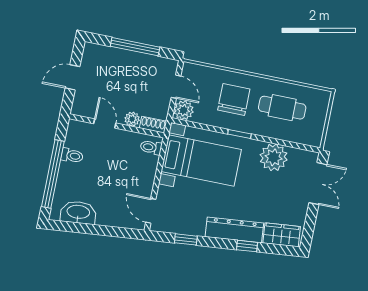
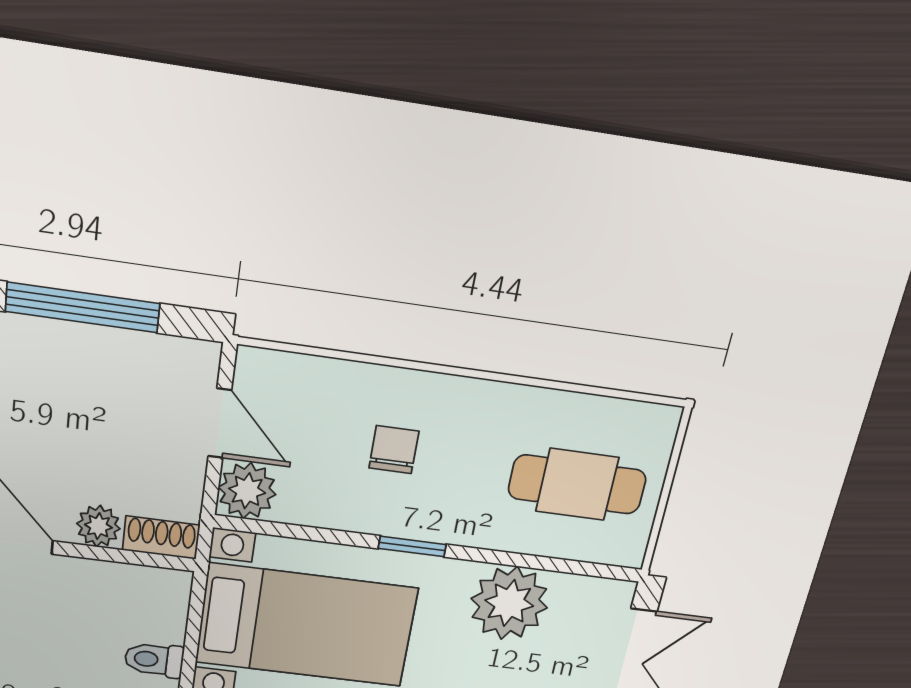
chair: (234, 99) -> (394, 450), width x0.54, depth x0.54
cafe table: (282, 108) -> (577, 484), moved
toilet: (151, 147) -> (154, 660), moved

